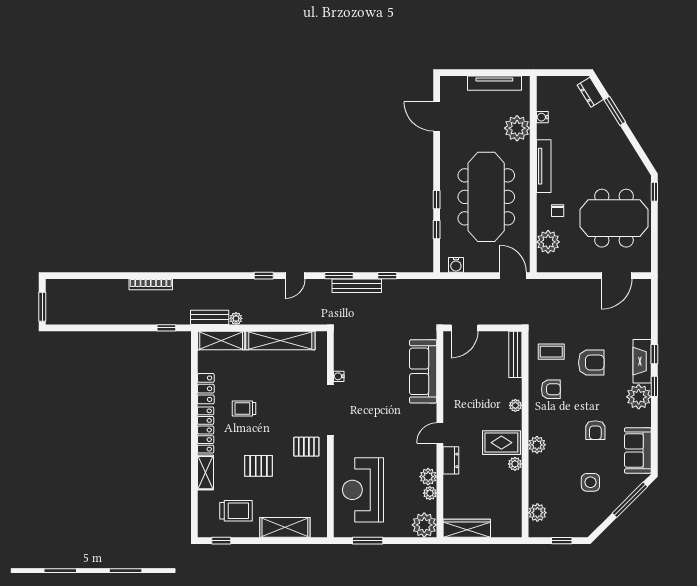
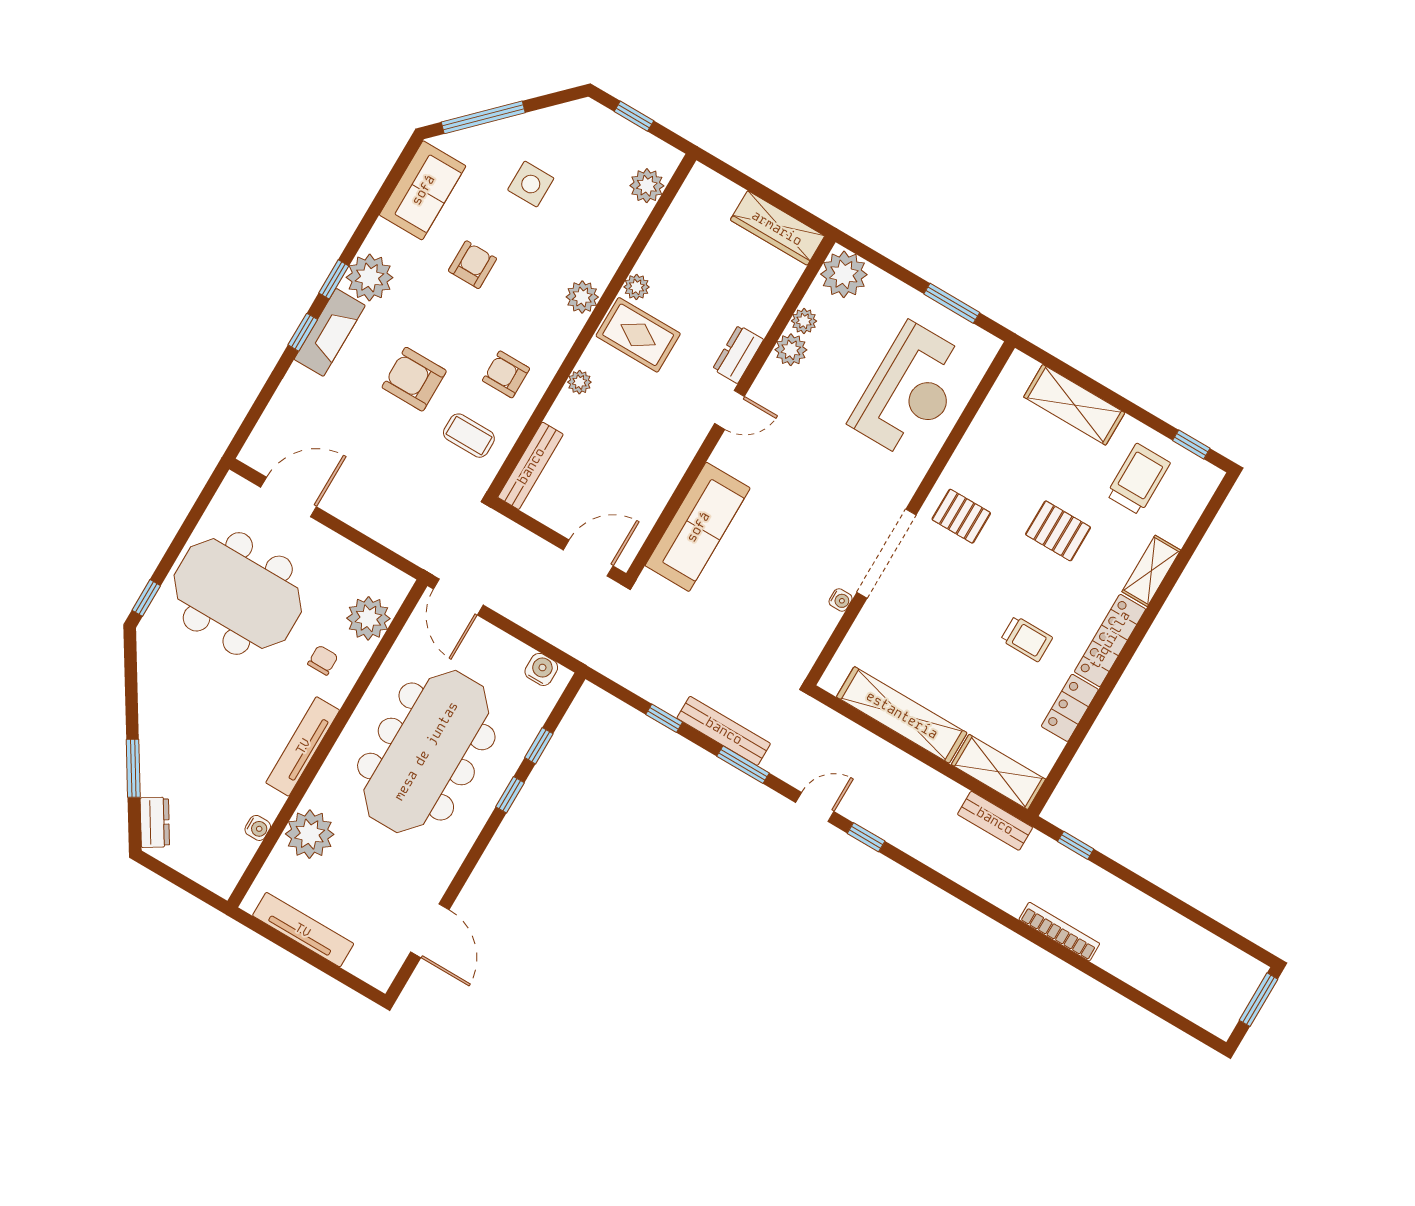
plant: (236, 318) -> (953, 794), removed
trolley: (236, 511) -> (1138, 479), turned 90

